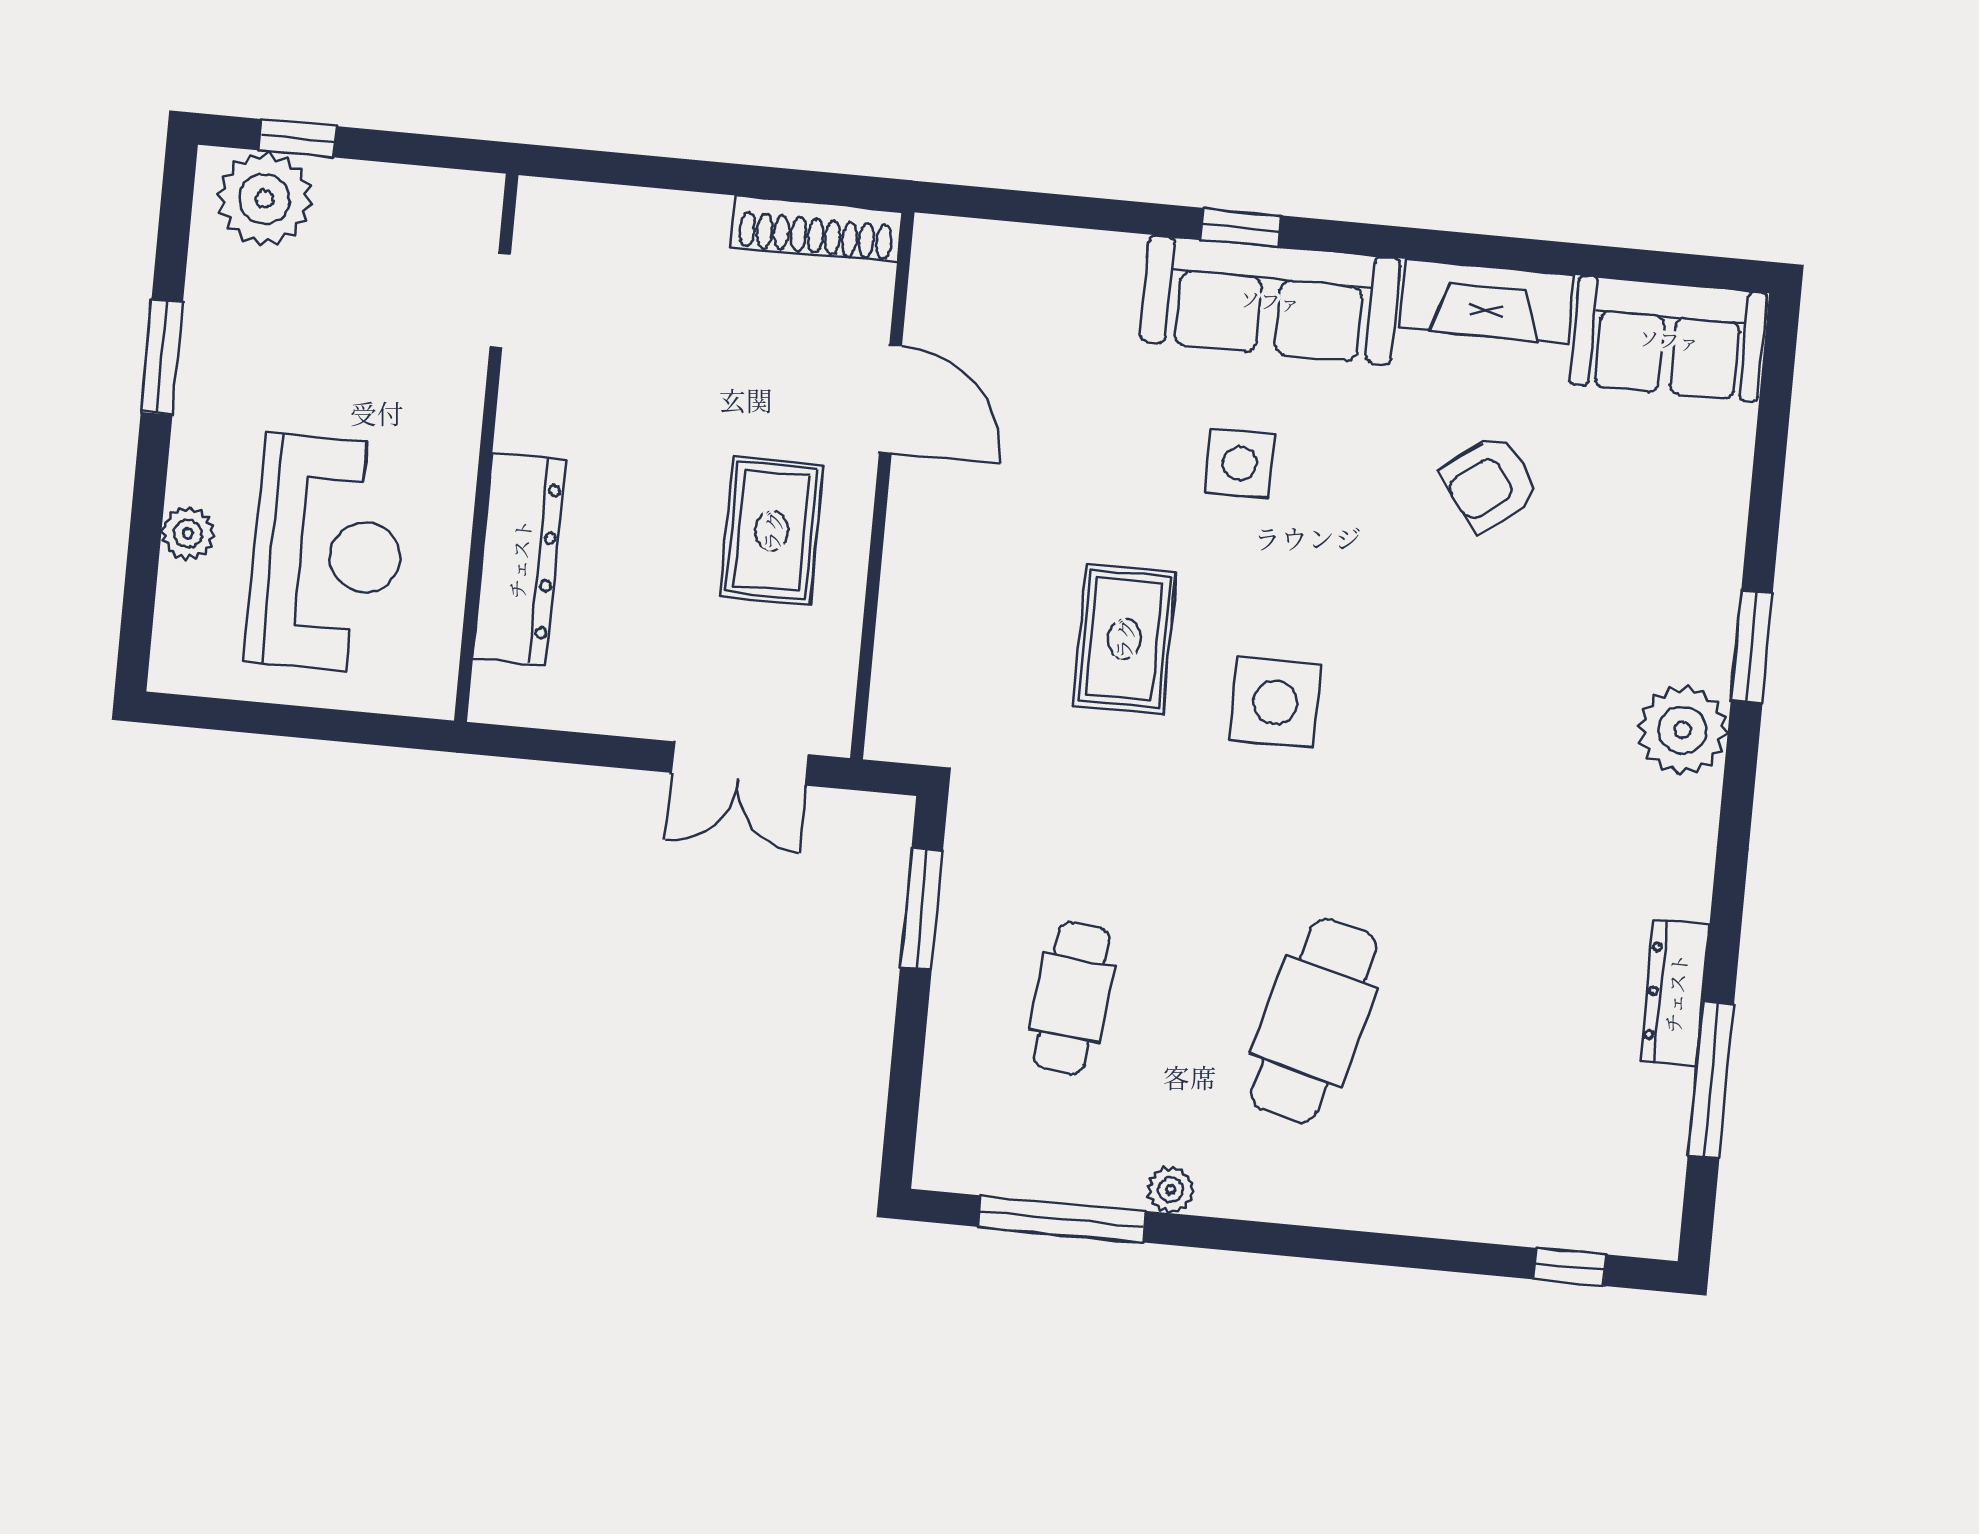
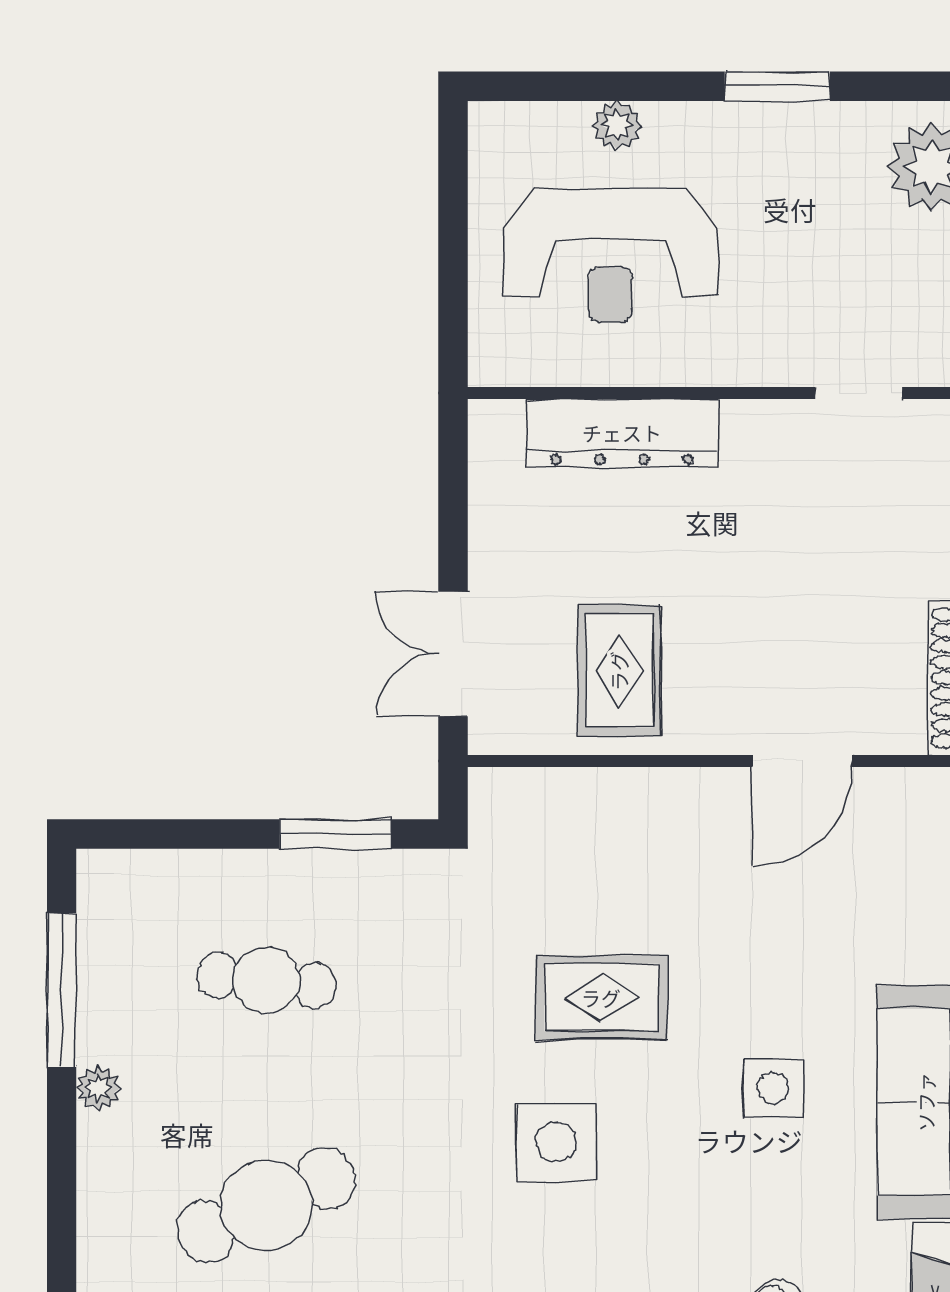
rug: (772, 531) -> (619, 671), moved, turned 90
cafe table: (1314, 1021) -> (266, 1205), turned -39

